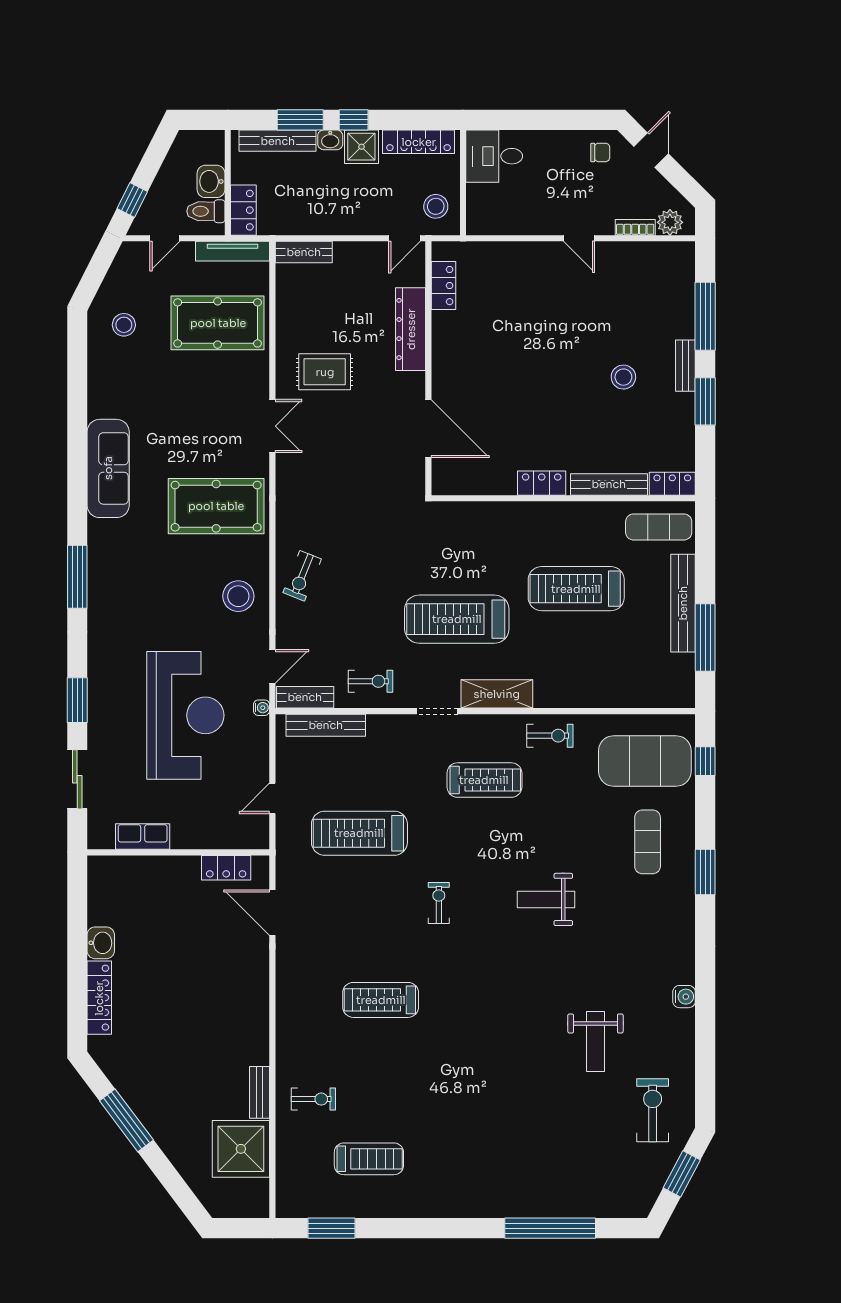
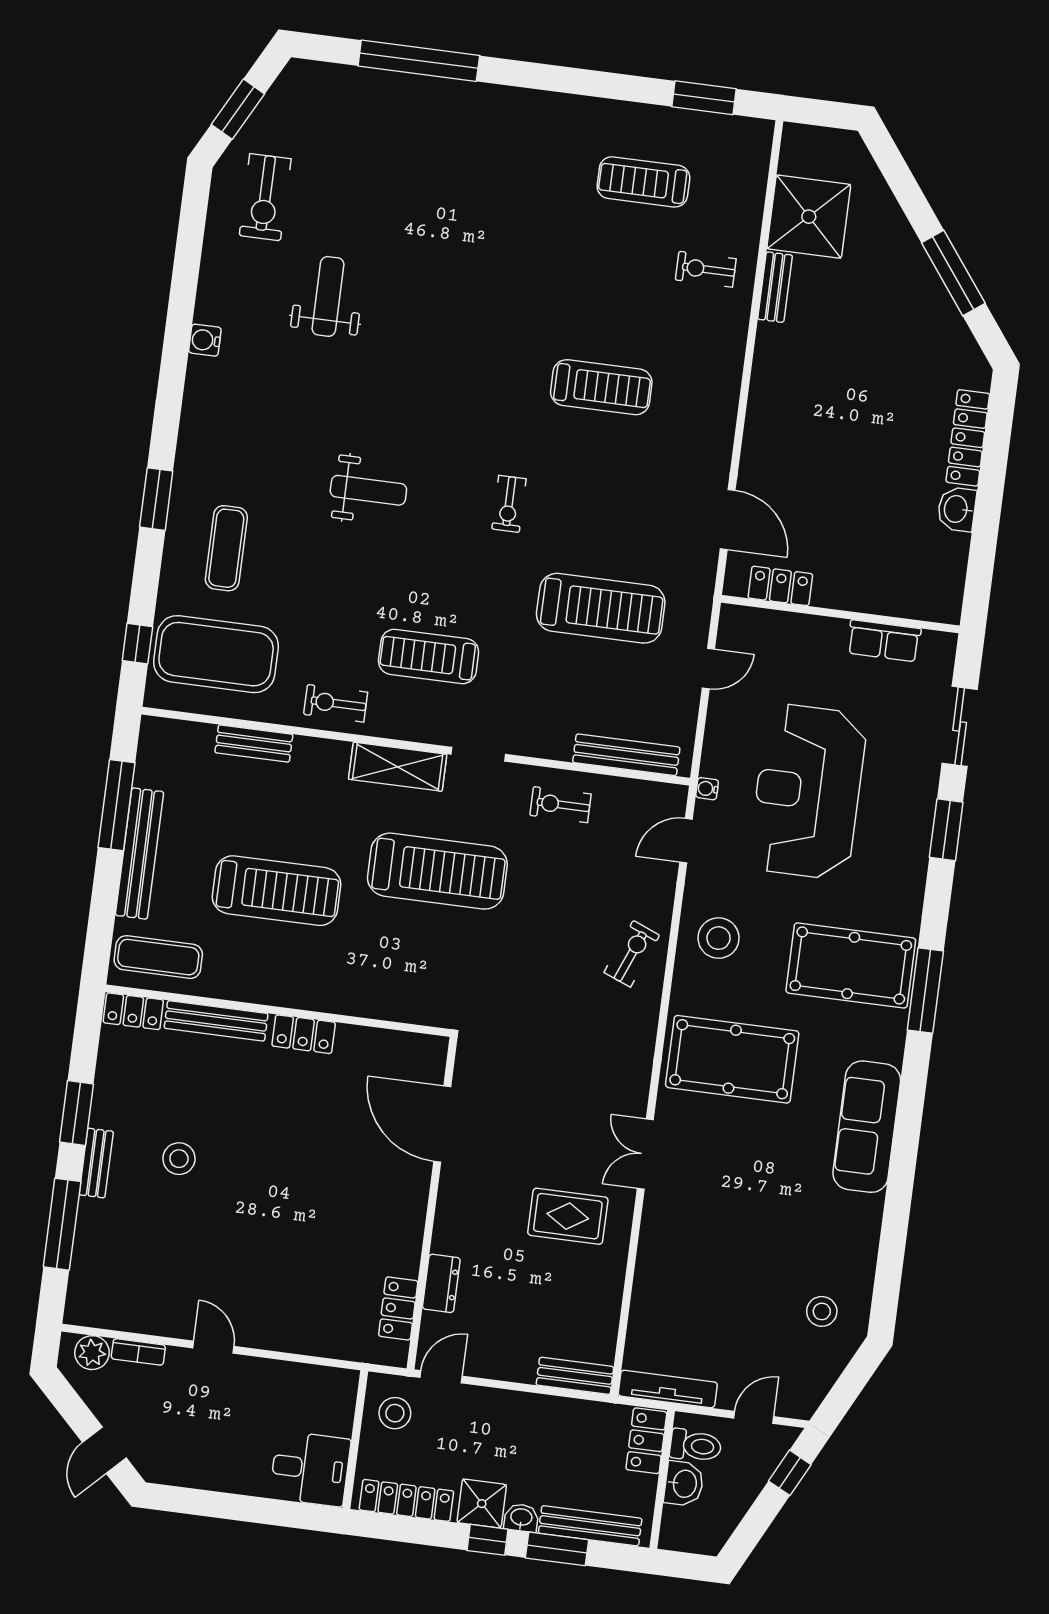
chair: (600, 152) -> (171, 1456), removed
pool table: (218, 323) -> (851, 965), moved
dresser: (411, 329) -> (441, 1283), width x0.51, depth x0.80
bench: (305, 697) -> (254, 744), moved

